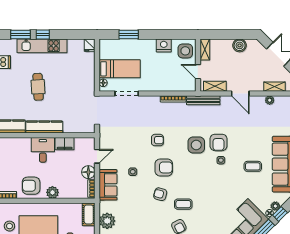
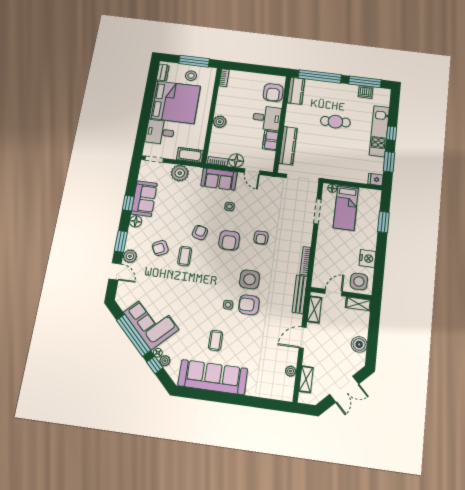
window: (21, 34) -> (389, 162), moved
kitchen counter: (44, 127) -> (288, 146), moved
armchair: (31, 186) -> (273, 92), moved, turned 180

